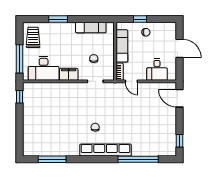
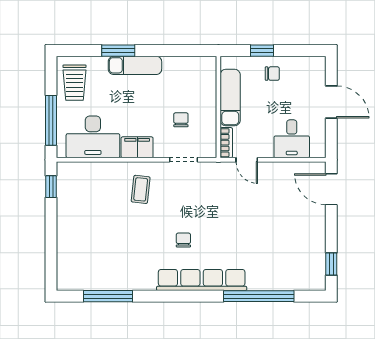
exam couch: (91, 27) -> (135, 65), moved
trolley: (33, 37) -> (75, 83), turned 180
coffee table: (71, 98) -> (141, 189), added

